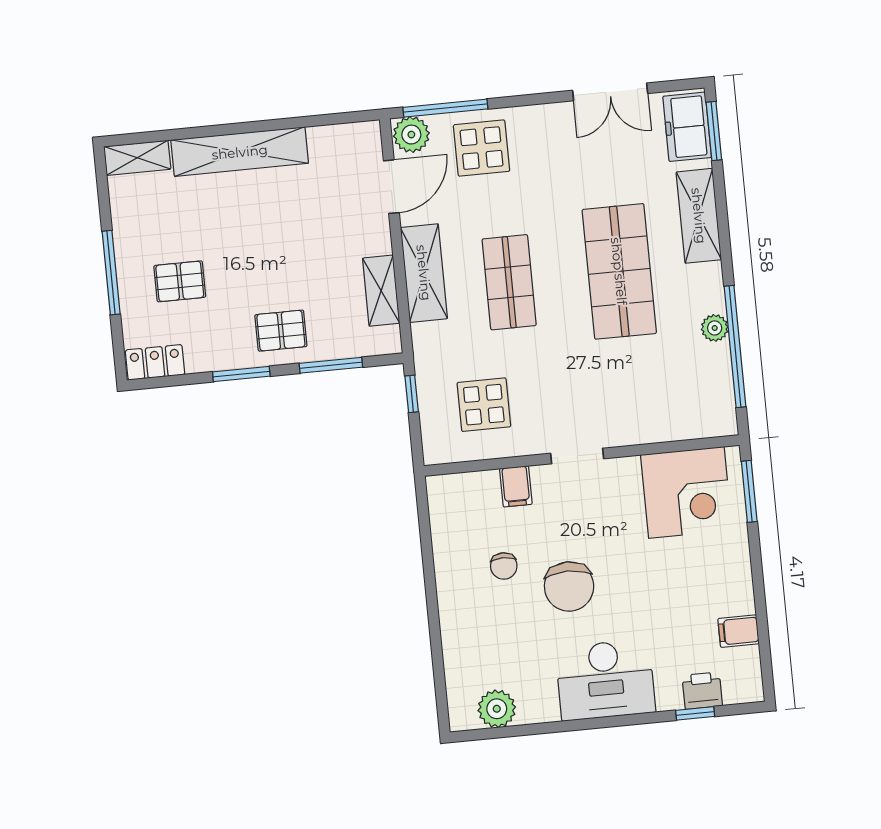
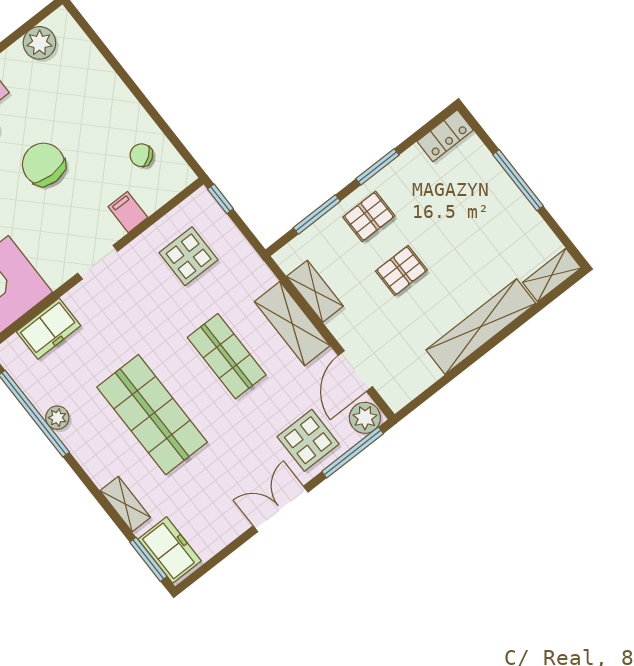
double door: (610, 92) -> (281, 509), moved
shelving: (699, 216) -> (125, 504), width x0.67, depth x0.75
pallet: (180, 281) -> (401, 271), moved
window: (412, 394) -> (220, 199), moved
freezer: (667, 421) -> (48, 329), added
chair: (504, 566) -> (141, 155), moved, turned -36

